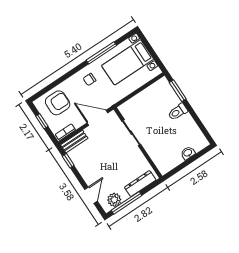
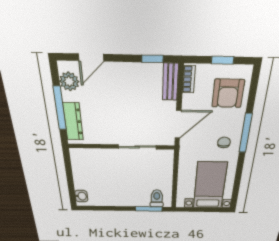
window: (101, 53) -> (246, 133), moved
toilet: (178, 112) -> (157, 198), moved
washbasin: (188, 153) -> (81, 196), moved
door: (91, 195) -> (91, 57), hinge flipped
window: (127, 203) -> (60, 108), moved

